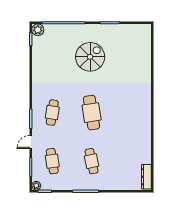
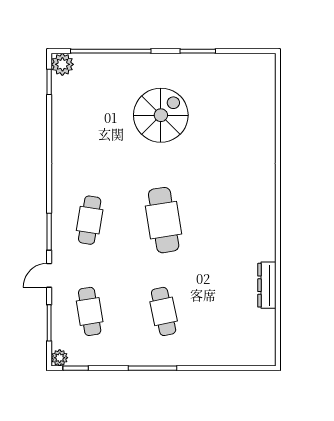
dresser: (146, 177) -> (267, 285), moved

